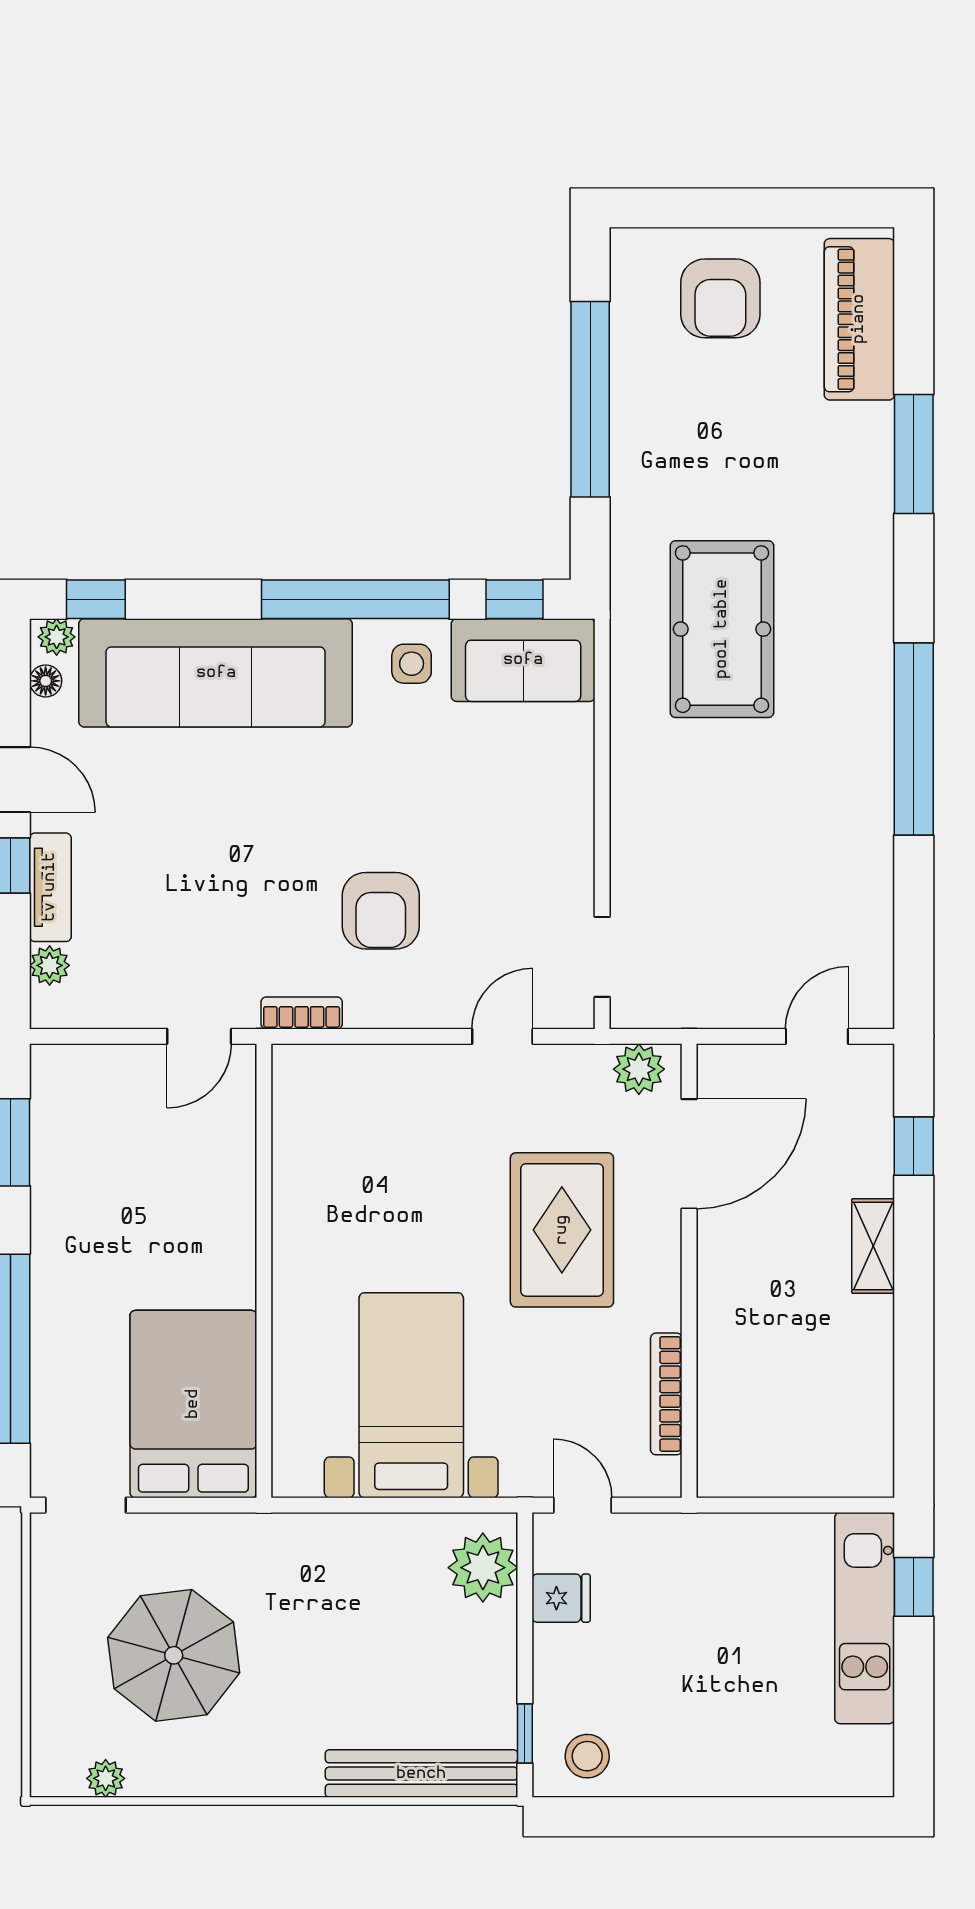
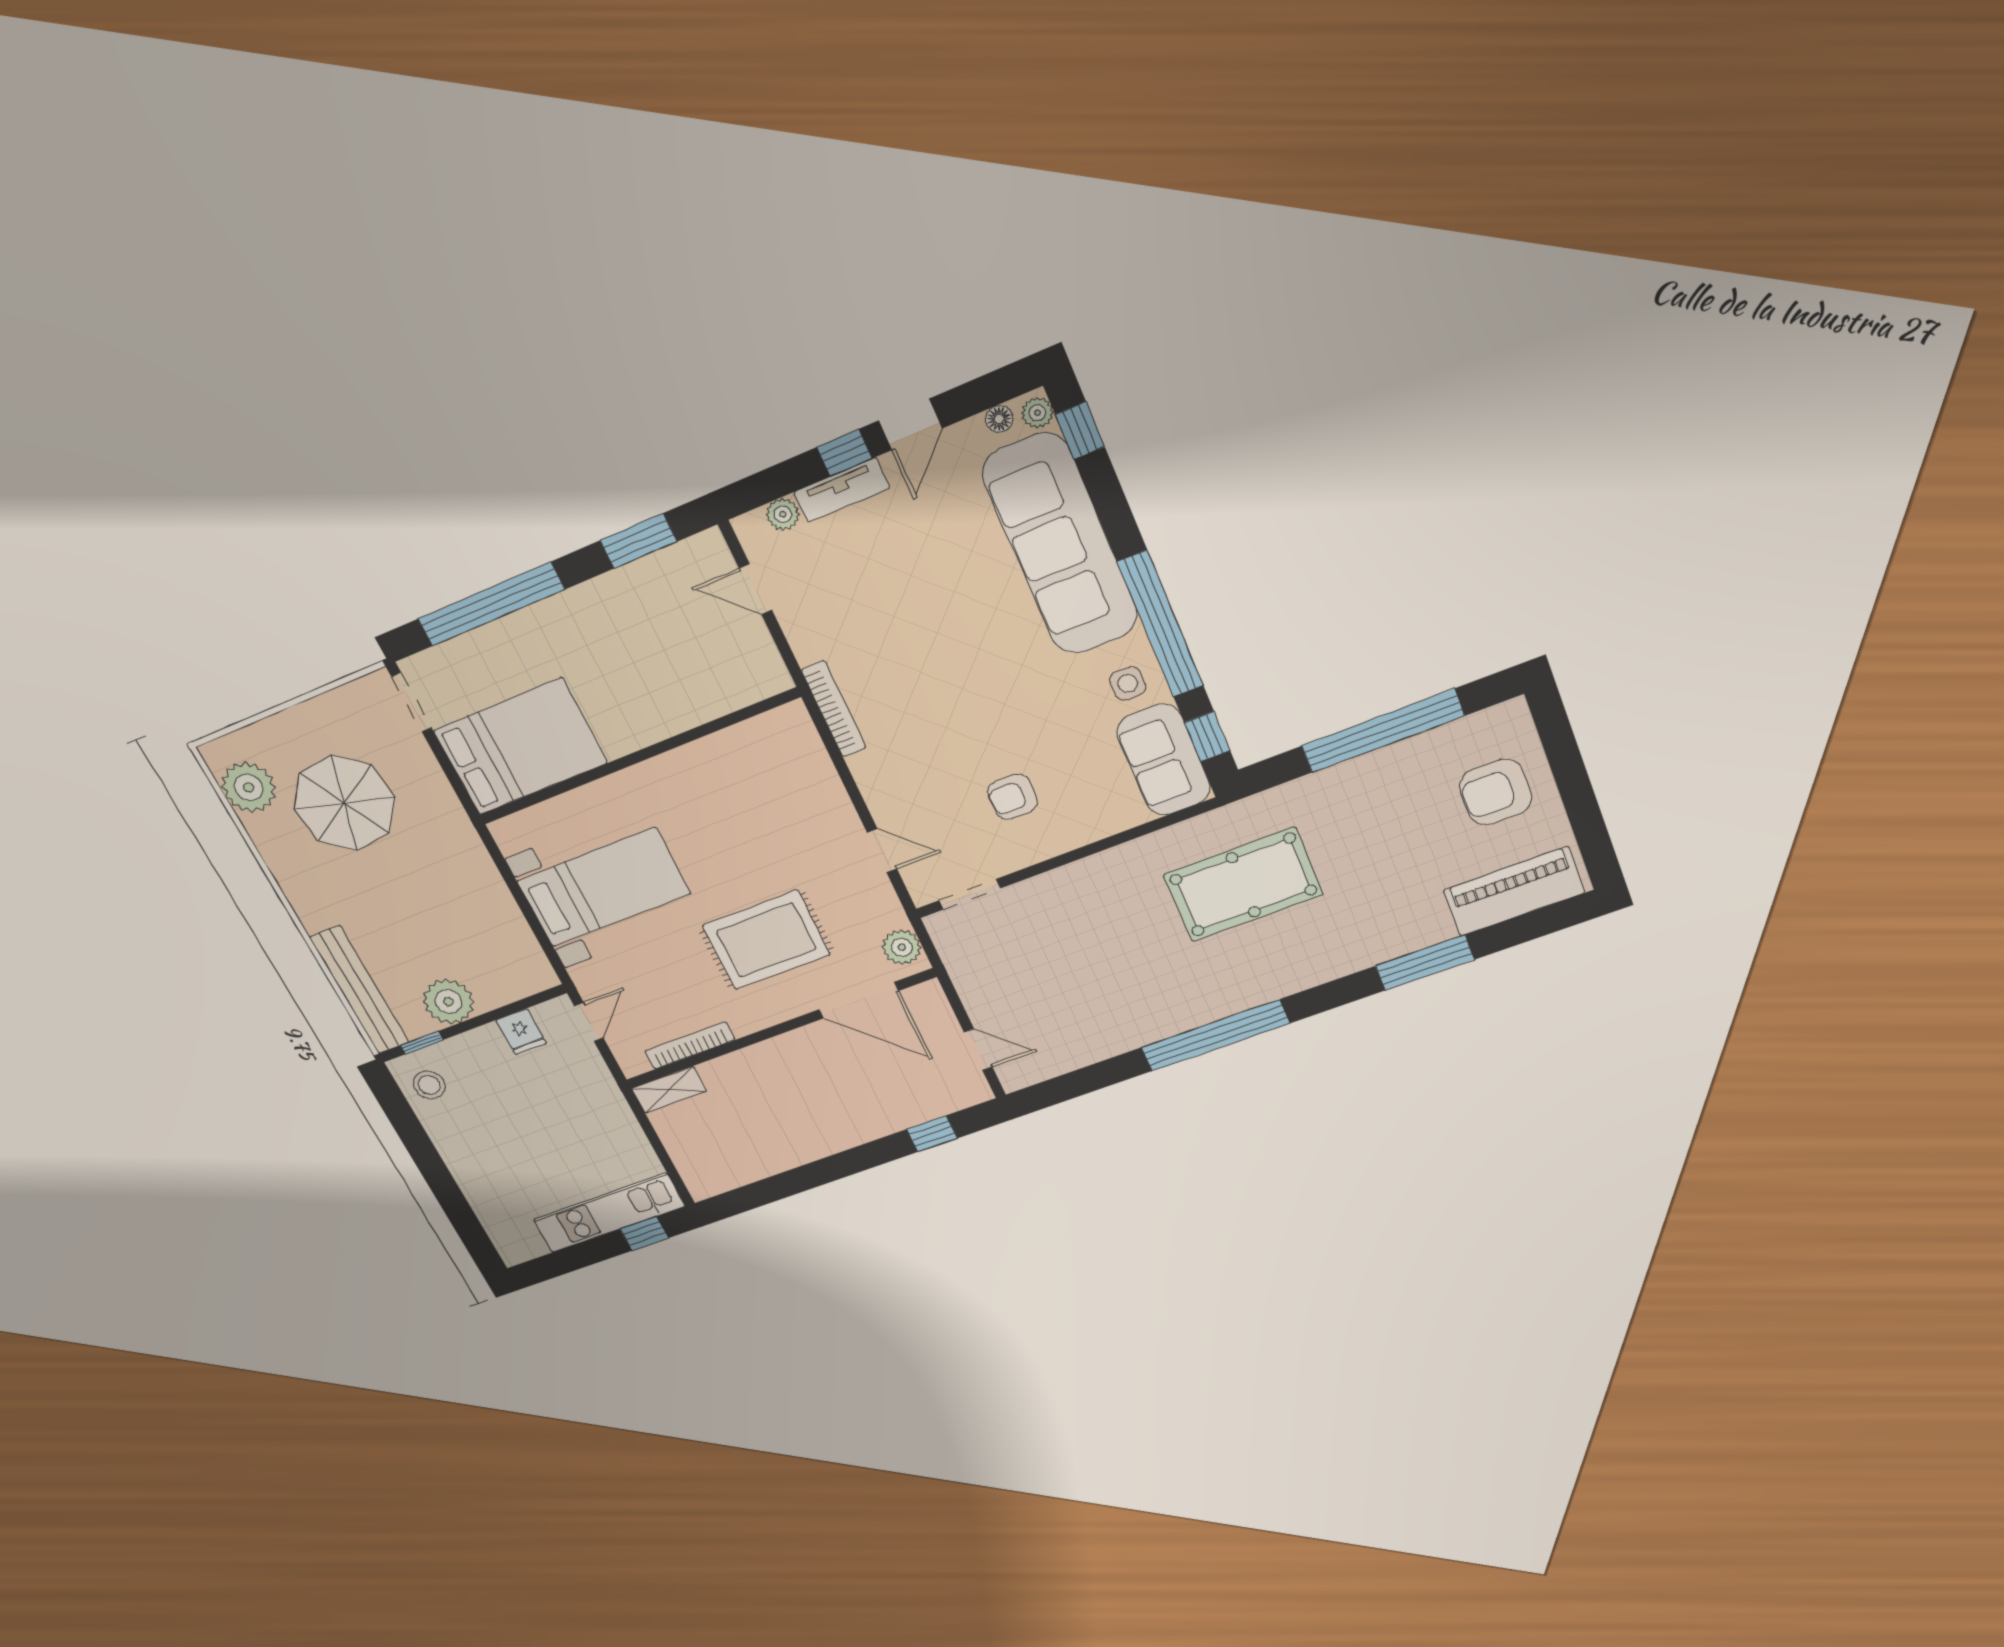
armchair: (381, 911) -> (1013, 797), moved, width x0.72, depth x0.72
bookcase: (302, 1013) -> (834, 709), width x1.56
door: (199, 1036) -> (755, 589), moved
shelving: (873, 1246) -> (669, 1090), moved
plant: (483, 1568) -> (448, 1002), moved
plant: (106, 1778) -> (249, 787), width x1.87, depth x1.87

